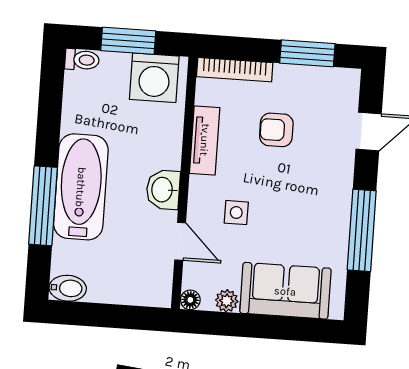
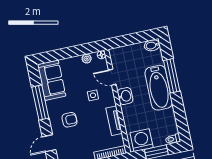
armchair: (276, 130) -> (69, 120), moved
sofa: (285, 291) -> (52, 80), moved, turned -90

